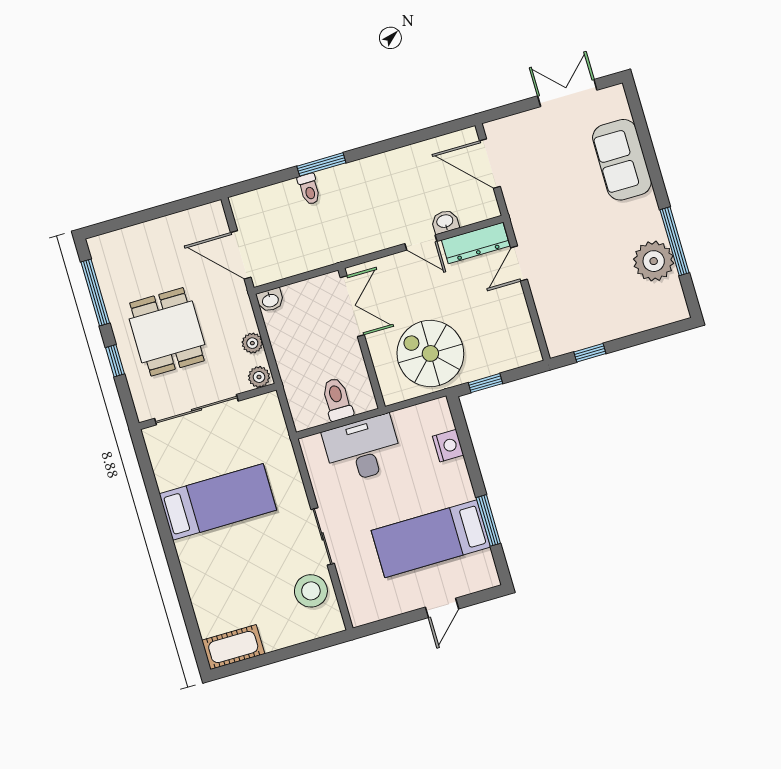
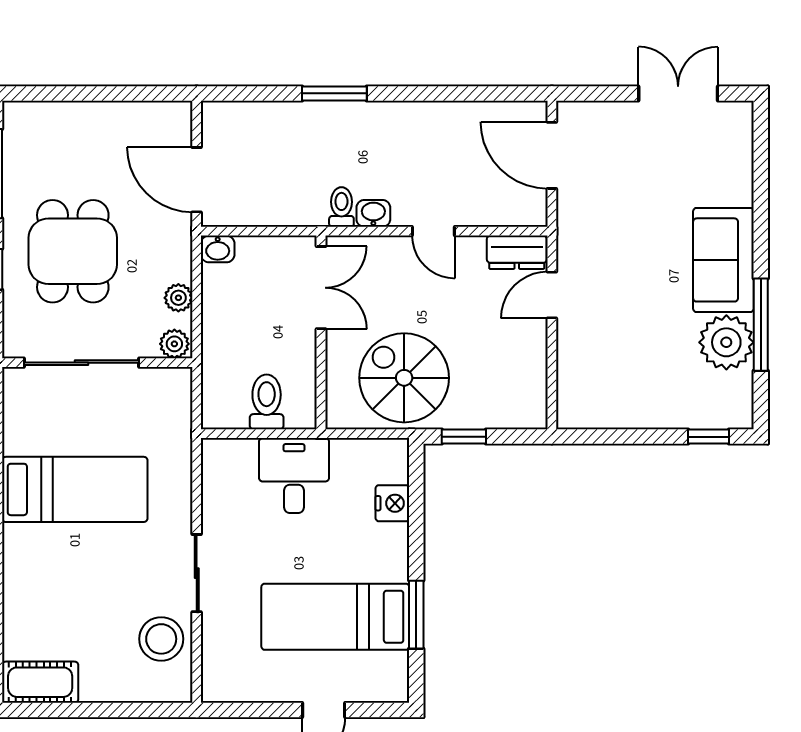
sofa: (622, 160) -> (723, 260), moved
toilet: (309, 189) -> (341, 207), moved, turned 180
washbasin: (445, 222) -> (373, 213), moved
dresser: (476, 243) -> (517, 252), width x0.70
window: (590, 353) -> (708, 437), moved
desk: (363, 449) -> (294, 476), width x0.73

